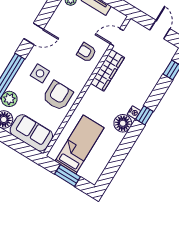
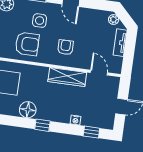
armchair: (86, 52) -> (65, 47), moved
nightstand: (134, 112) -> (76, 120), moved

